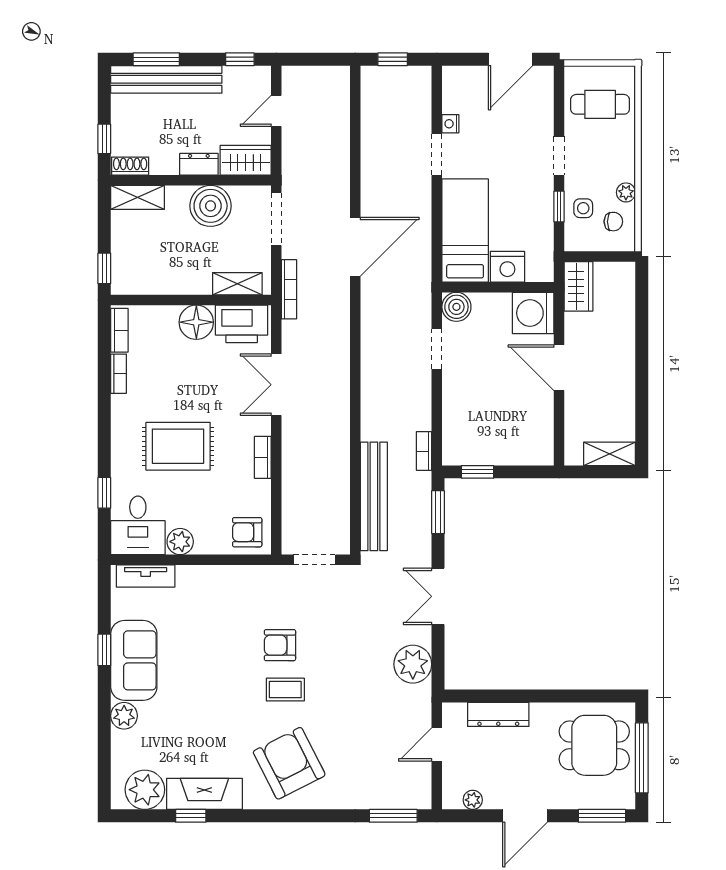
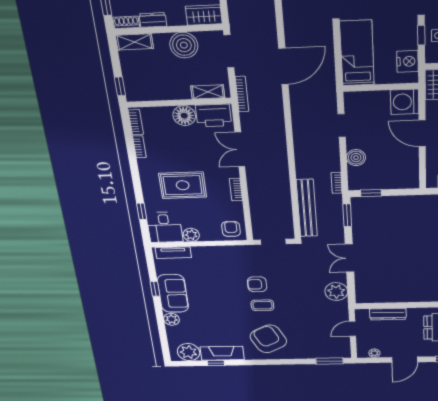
dresser: (199, 164) -> (153, 20), moved
nightstand: (507, 267) -> (408, 61), moved, turned -90
boiler: (456, 307) -> (356, 158), moved
armchair: (247, 532) -> (231, 229), turned 90

